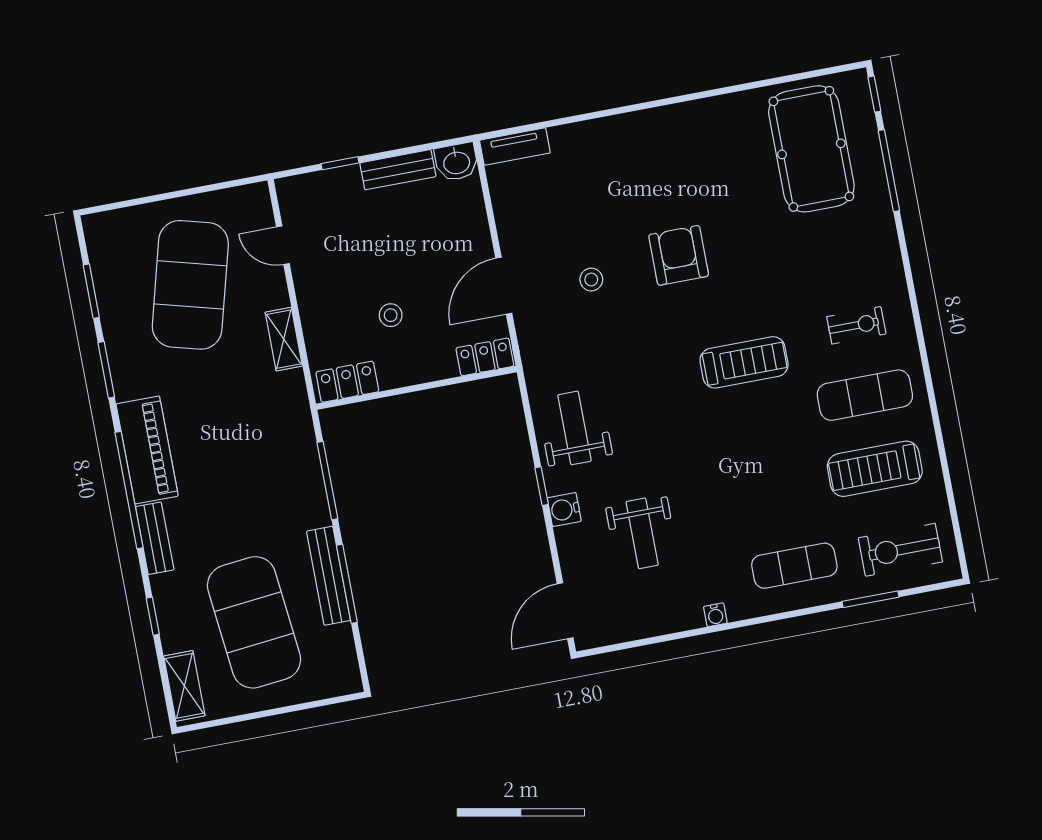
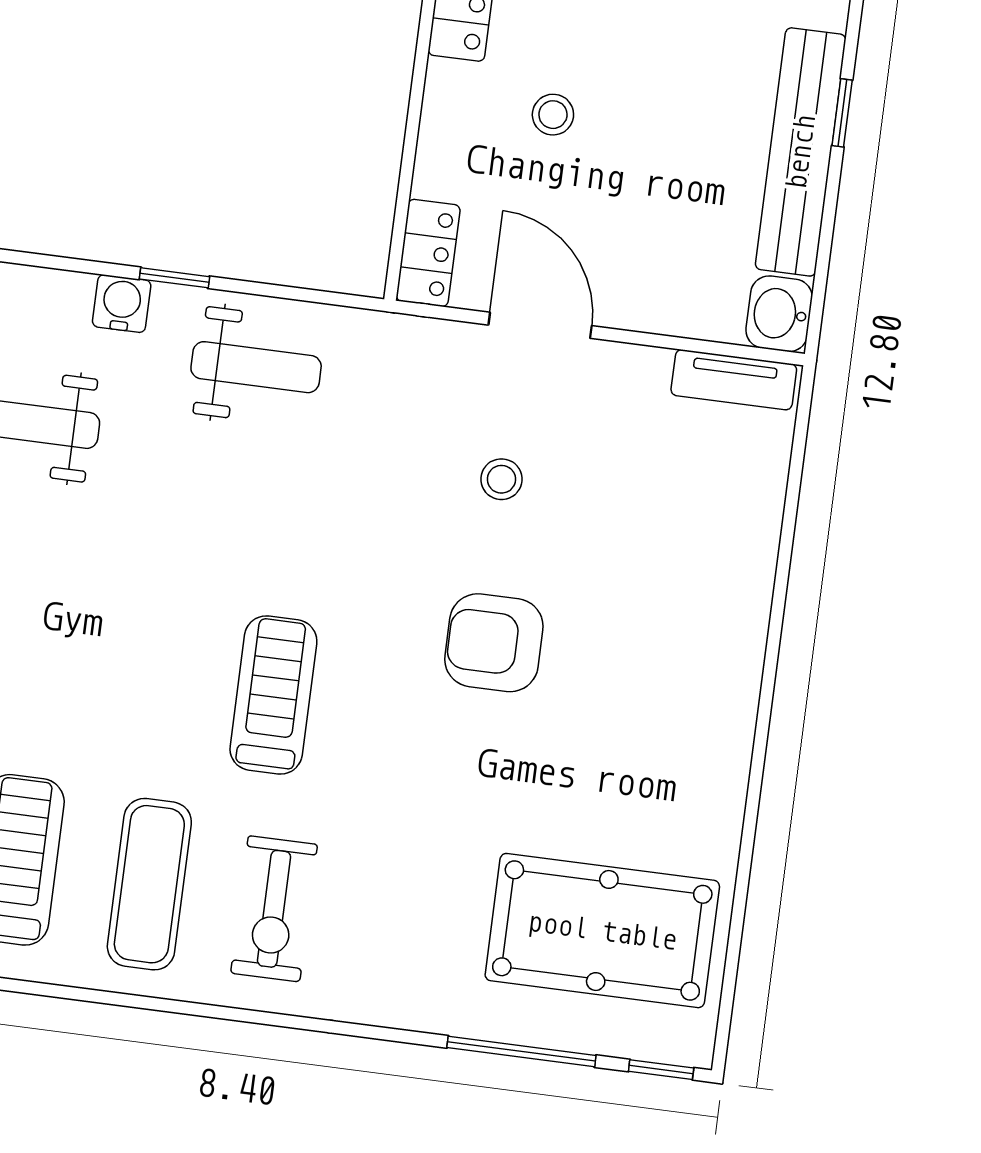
tv unit: (515, 147) -> (734, 380), moved, turned -90
bench: (398, 170) -> (801, 152), width x1.86, depth x1.21
armchair: (679, 255) -> (494, 643), turned 180
exercise bike: (856, 325) -> (274, 909), width x1.38, depth x1.39
treadmill: (744, 362) -> (273, 695), turned 180

